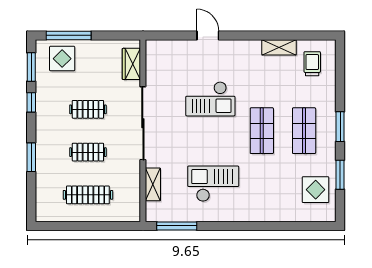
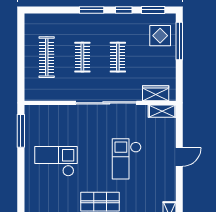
window: (31, 157) -> (92, 10), moved
shelving: (153, 184) -> (162, 111), moved
checkout: (213, 184) -> (56, 161), turned -90

